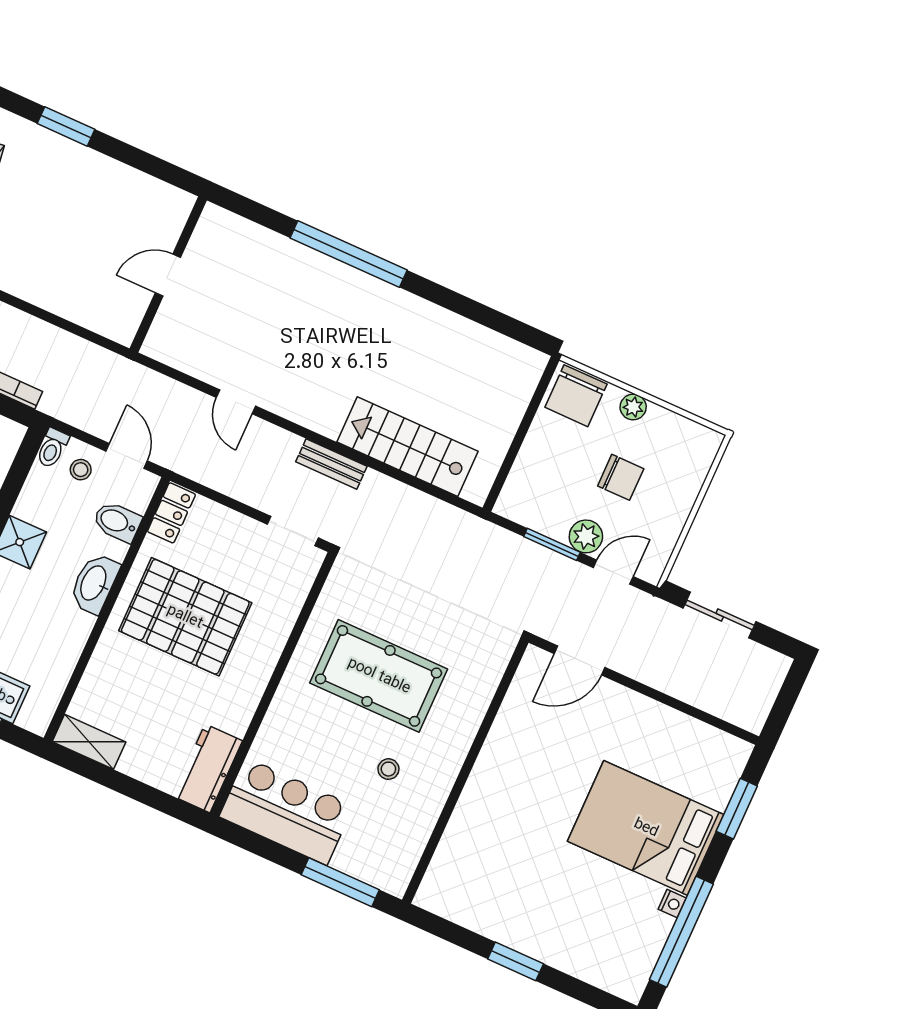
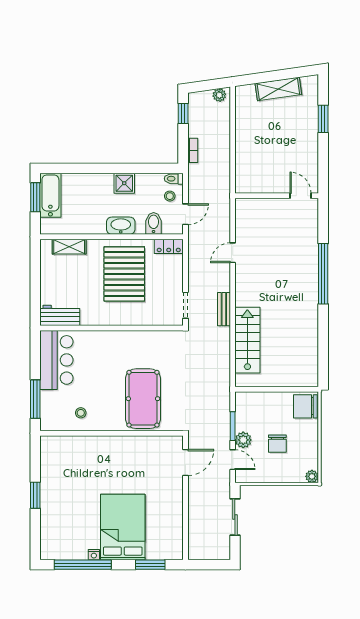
door: (168, 275) -> (300, 196), moved
plant: (633, 407) -> (312, 476), moved
door: (579, 660) -> (185, 462), swing flipped
pool table: (379, 676) -> (143, 399), moved
shelving: (89, 742) -> (69, 247), moved, turned 90
stool: (388, 769) -> (81, 413), moved

